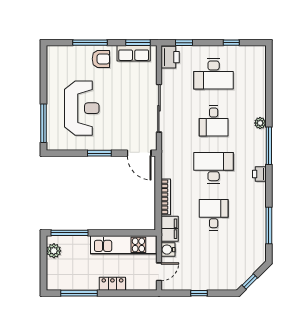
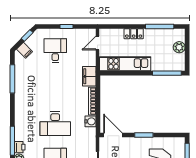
printer: (259, 174) -> (20, 147), moved
desk: (214, 215) -> (55, 51), moved, turned 180
water cooler: (168, 250) -> (91, 121), moved
plant: (54, 251) -> (179, 47), moved
filing cabinet: (253, 262) -> (25, 50), added

